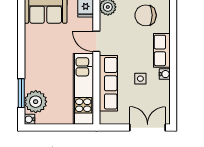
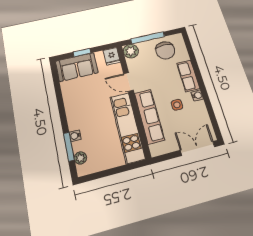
chair: (146, 15) -> (165, 50), turned -90
plant: (36, 102) -> (80, 158), width x0.53, depth x0.53
water cooler: (29, 119) -> (75, 136), moved

